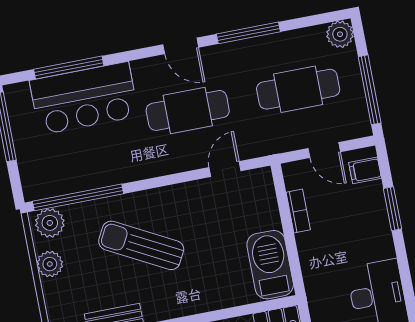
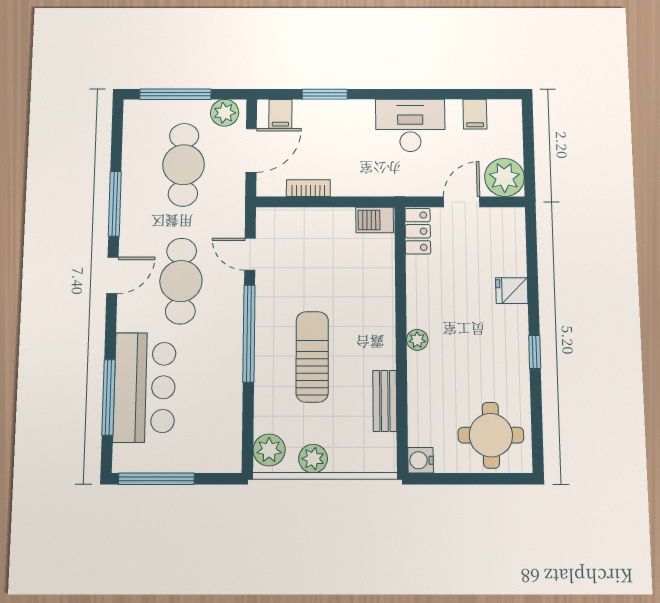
plant: (340, 34) -> (225, 113), moved
window: (370, 90) -> (175, 94), moved
door: (324, 150) -> (251, 150), width x1.38
window: (78, 197) -> (249, 333), moved
sun lounger: (141, 245) -> (312, 357), turned 152
barbecue: (270, 265) -> (375, 220), width x0.53, depth x0.65

